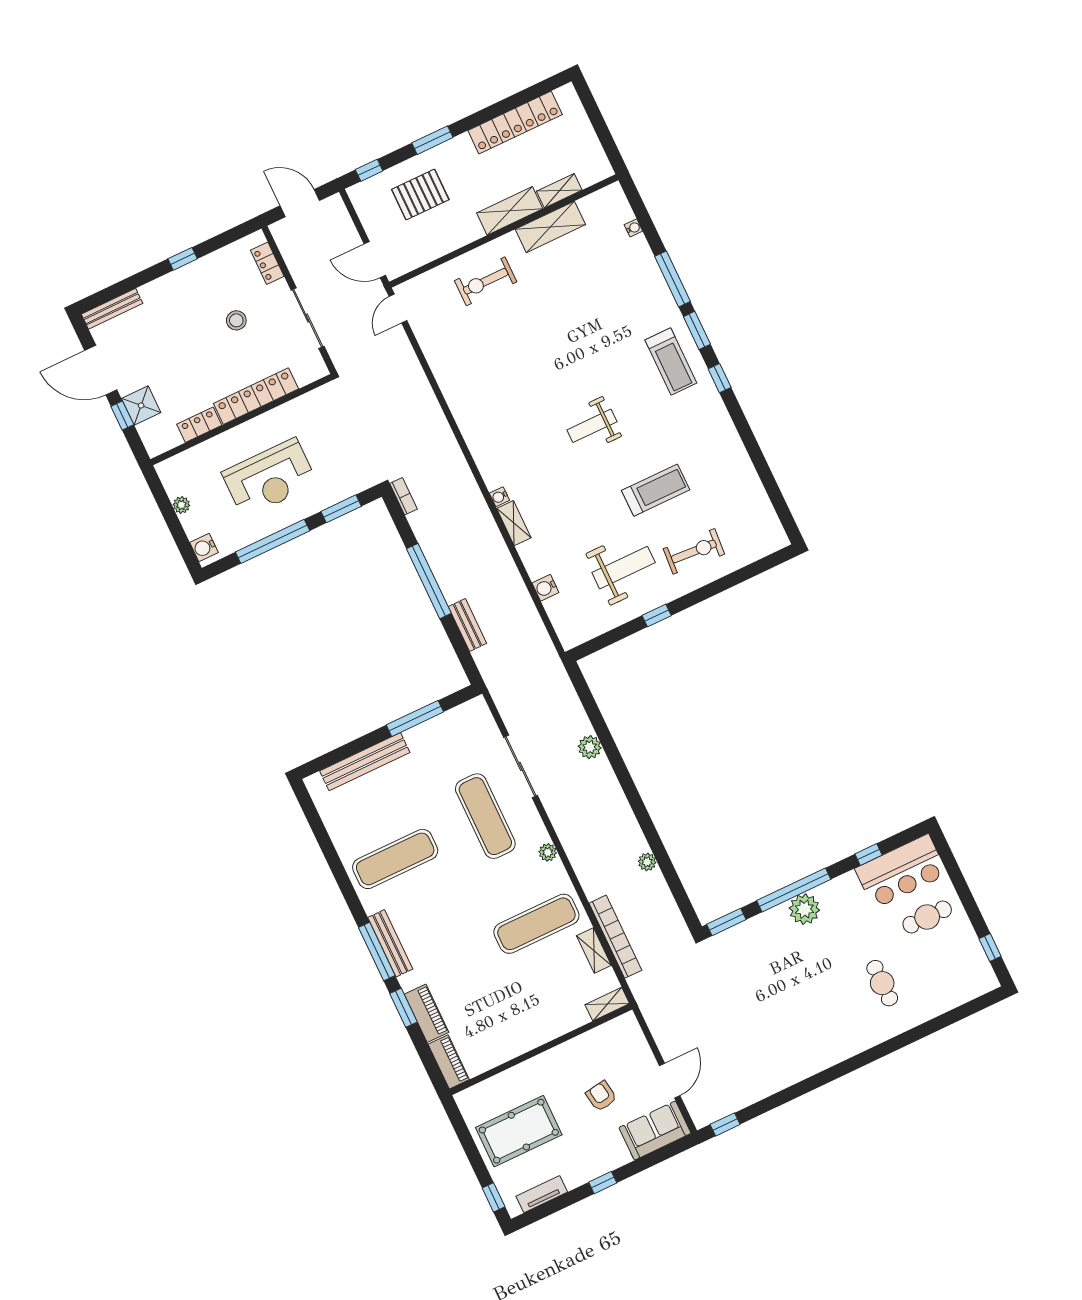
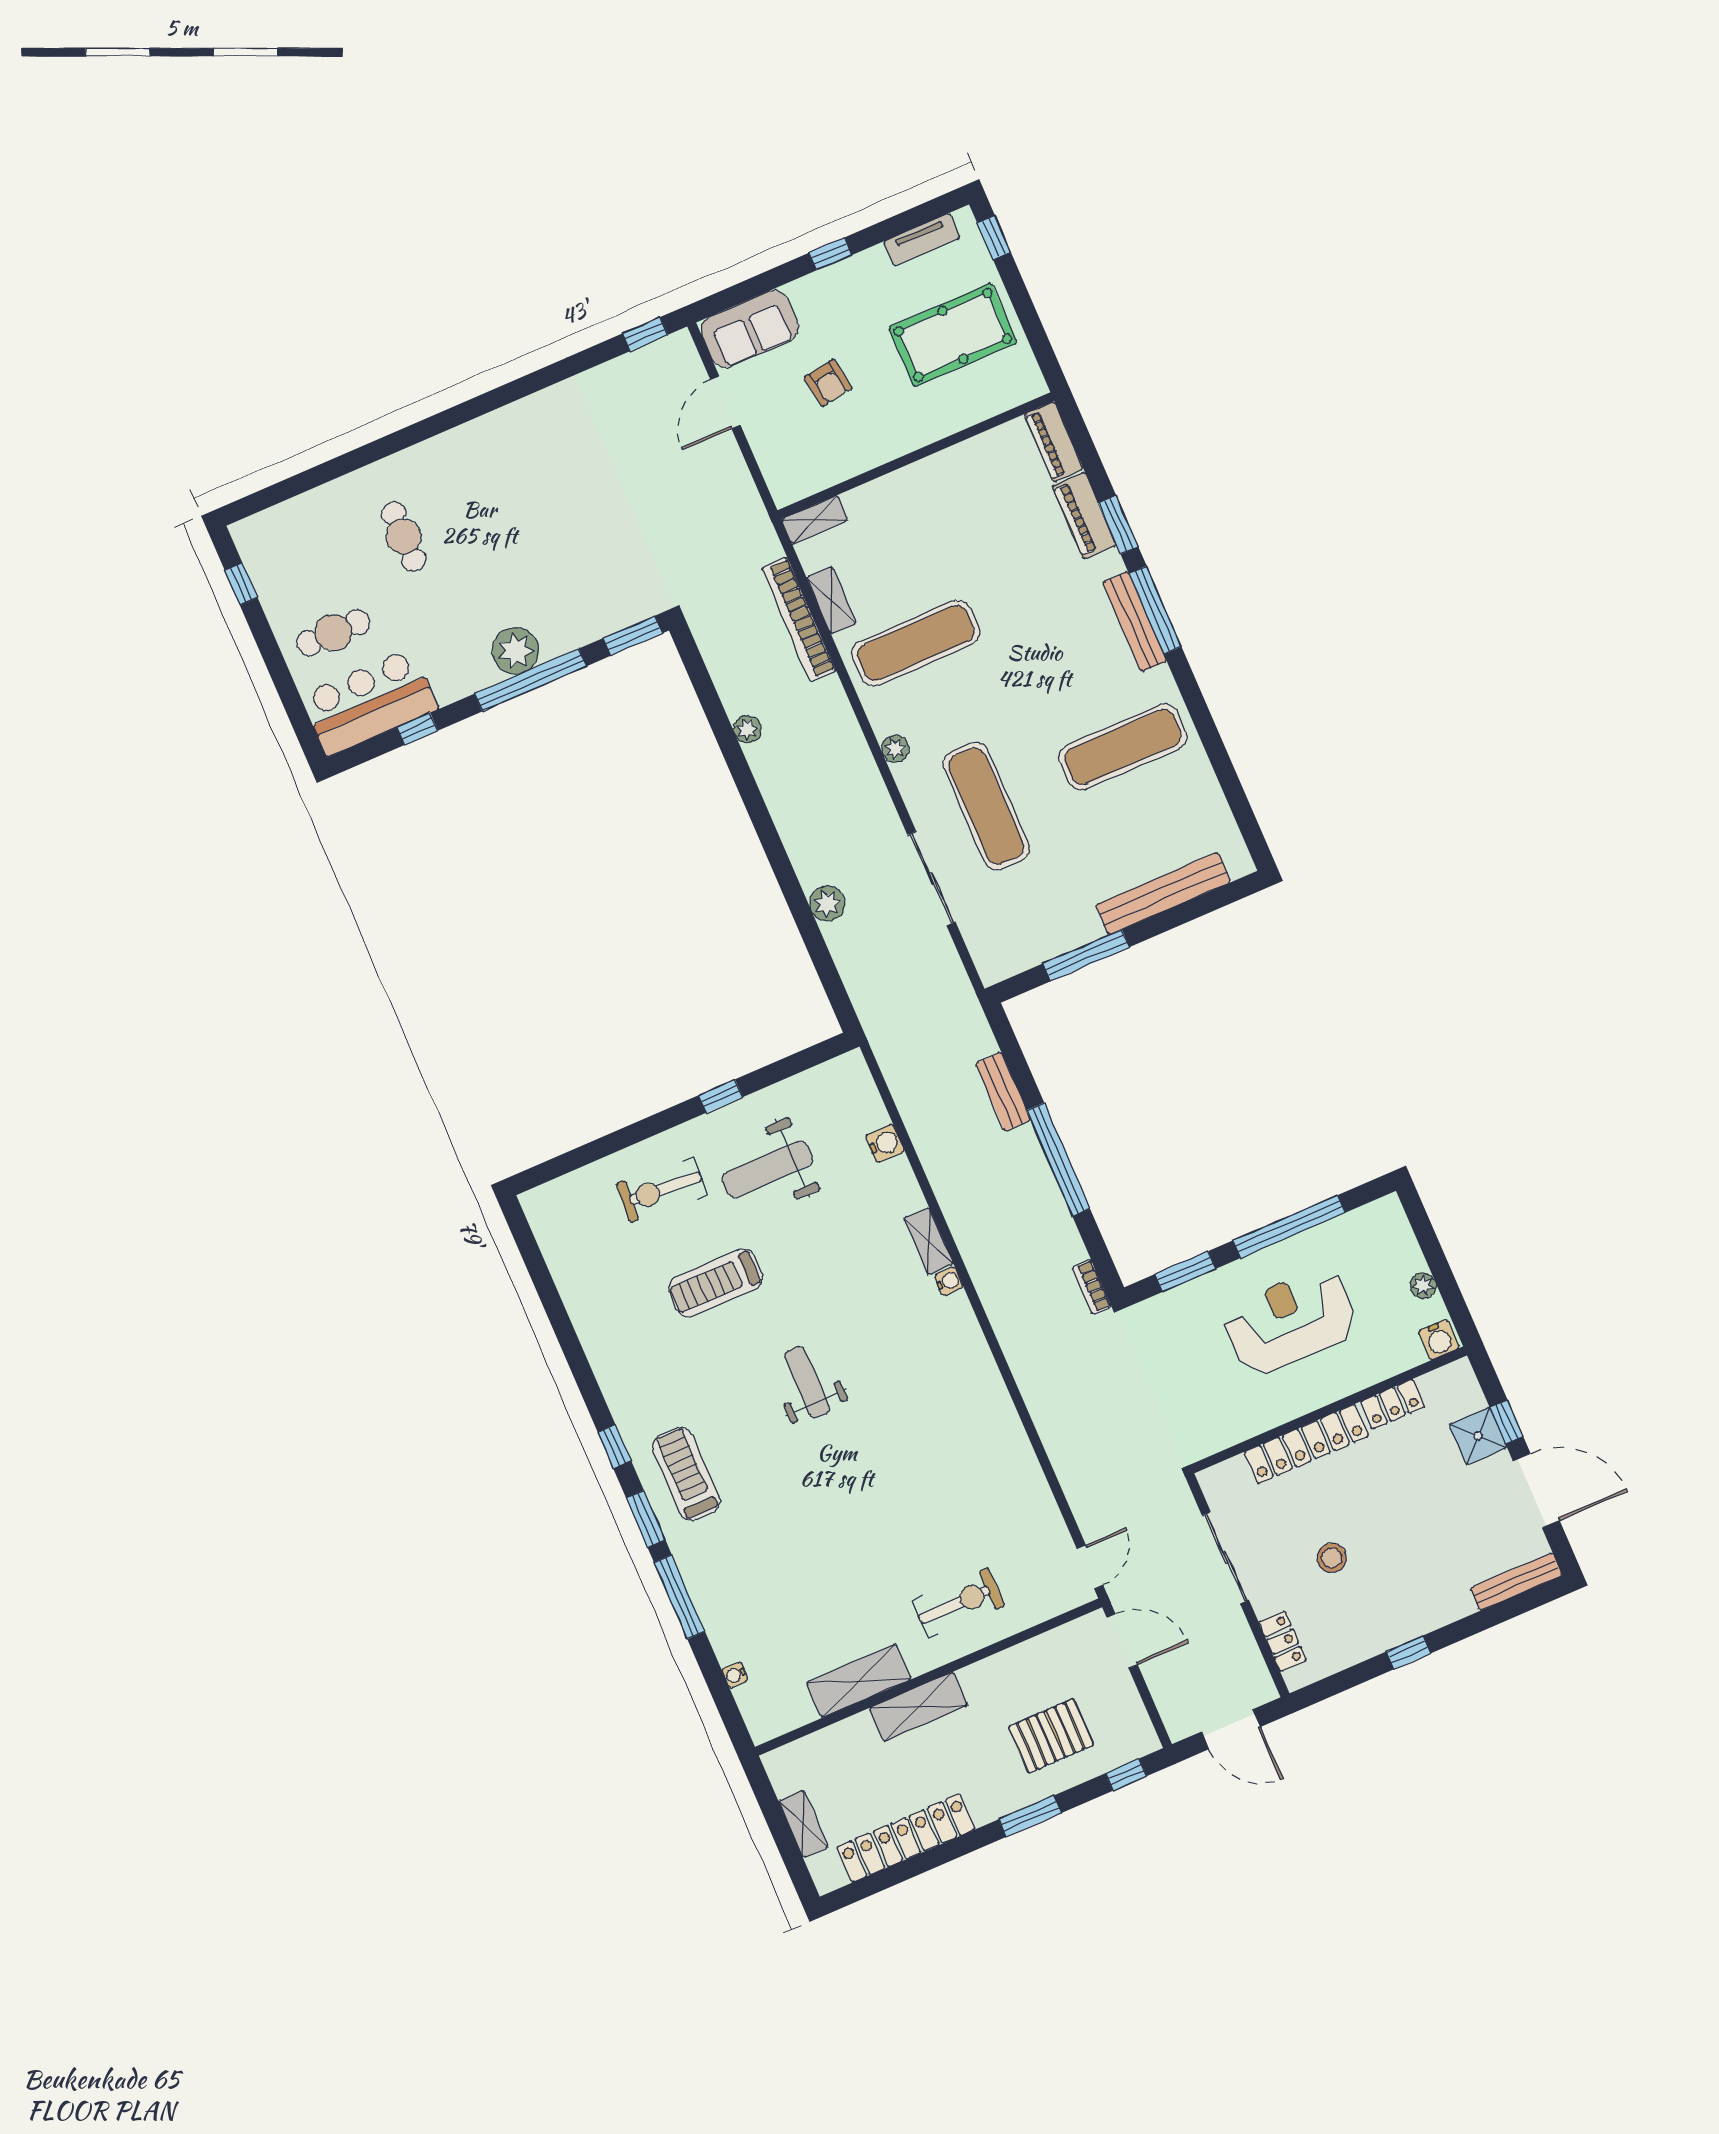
shelving: (559, 191) -> (803, 1824), moved, turned 90
weight bench: (592, 426) -> (807, 1382), turned -90
water cooler: (204, 547) -> (1439, 1340), moved, turned 90

